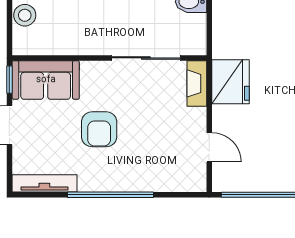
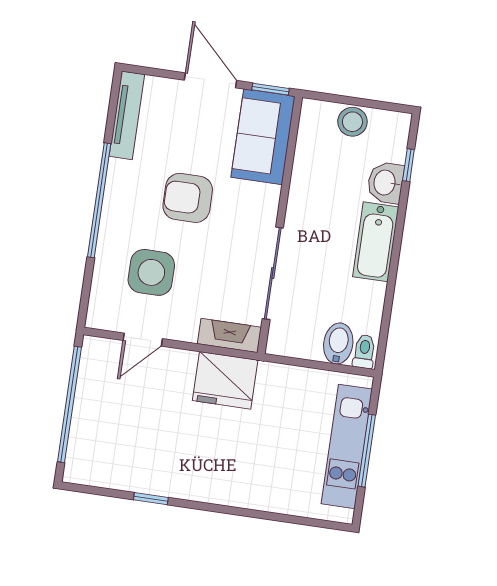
side table: (158, 148) -> (151, 272), added

